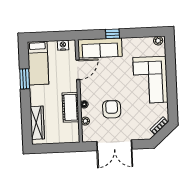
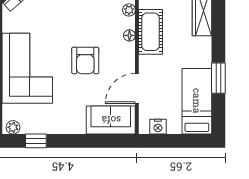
window: (112, 34) -> (36, 141), moved
sofa: (100, 48) -> (111, 120), width x0.73
armchair: (112, 109) -> (85, 61), moved

